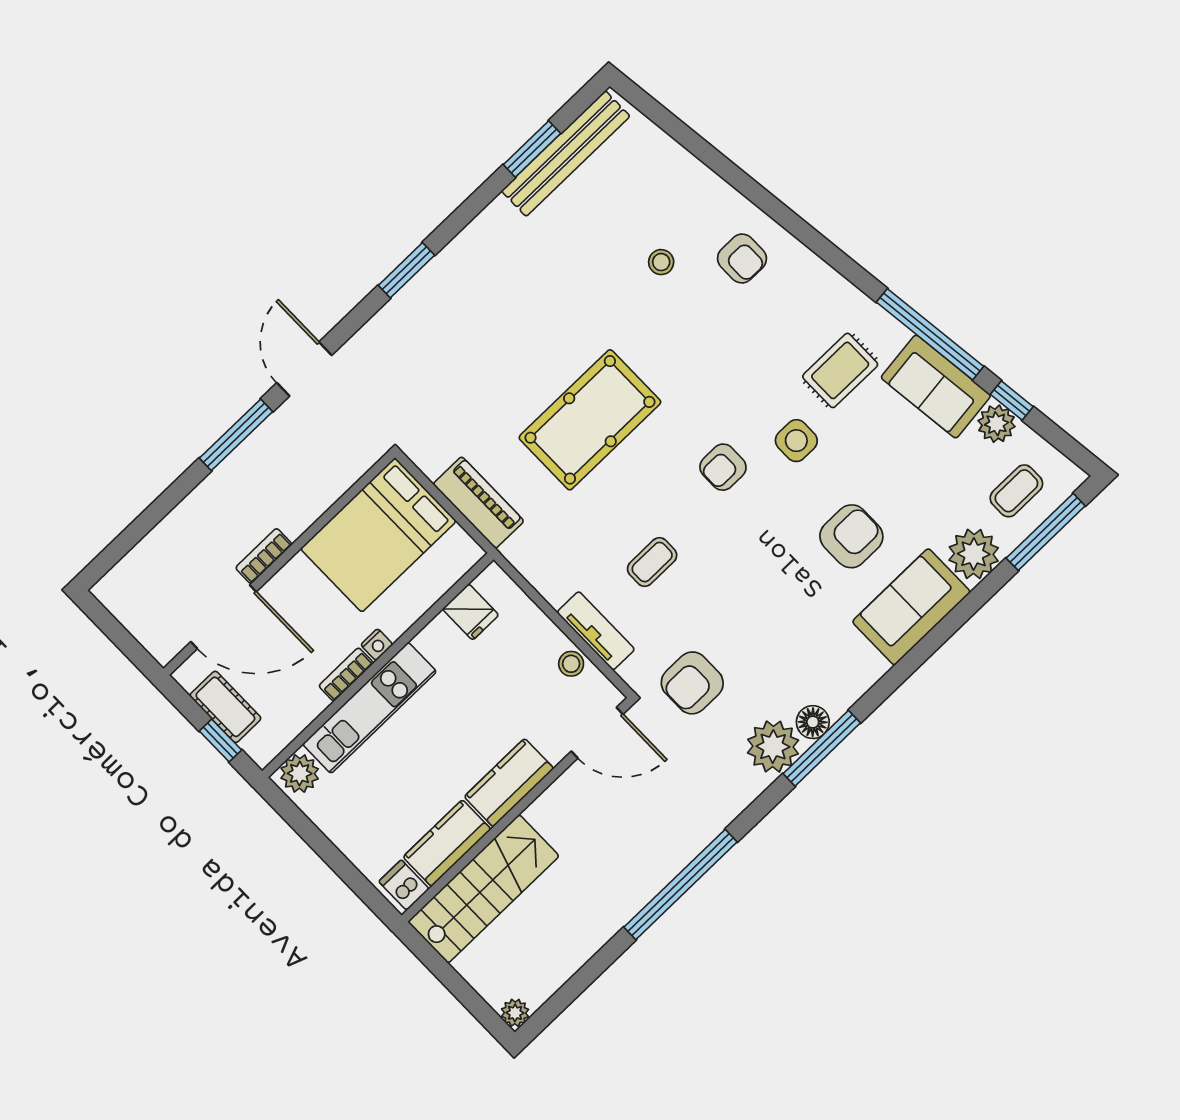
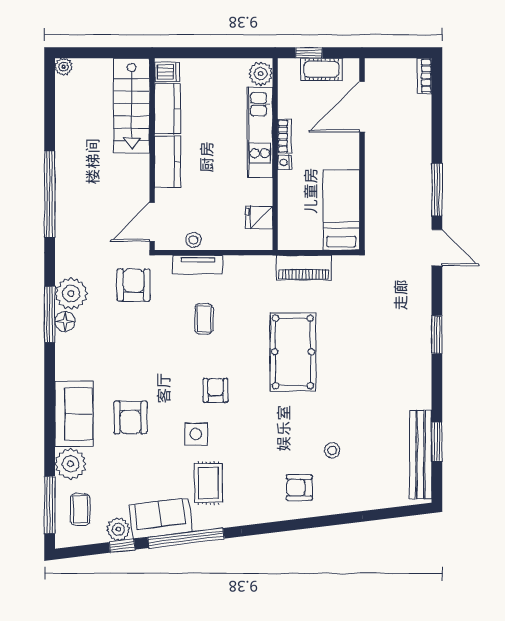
bed: (378, 535) -> (341, 210), width x0.67
bookcase: (264, 556) -> (424, 76), moved, turned 180

